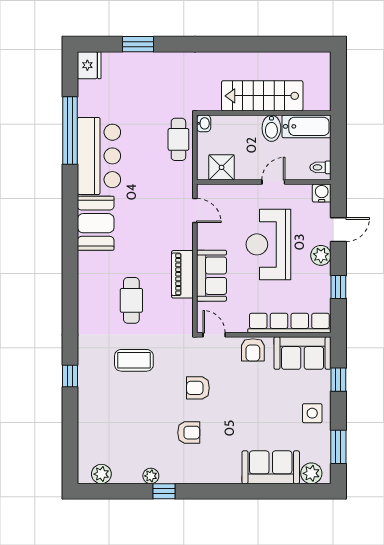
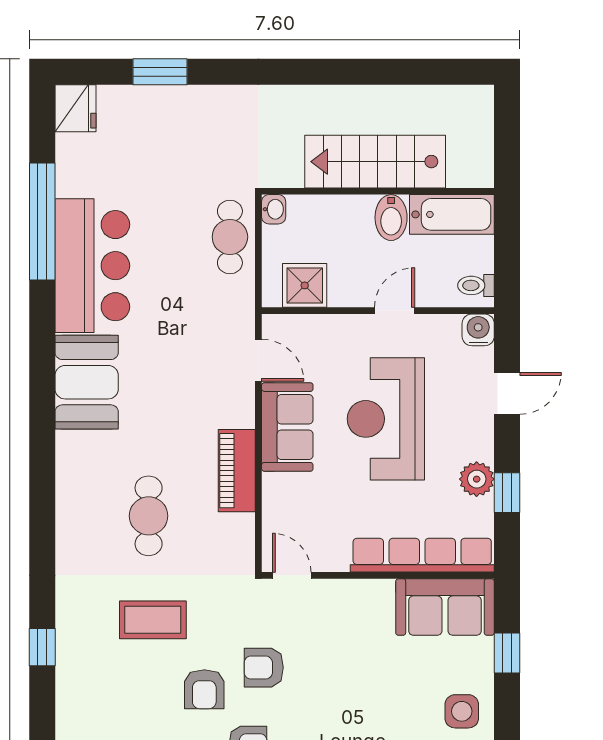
plant: (321, 255) -> (477, 479), moved
sofa: (212, 276) -> (287, 427), moved
armchair: (253, 350) -> (204, 689), moved

